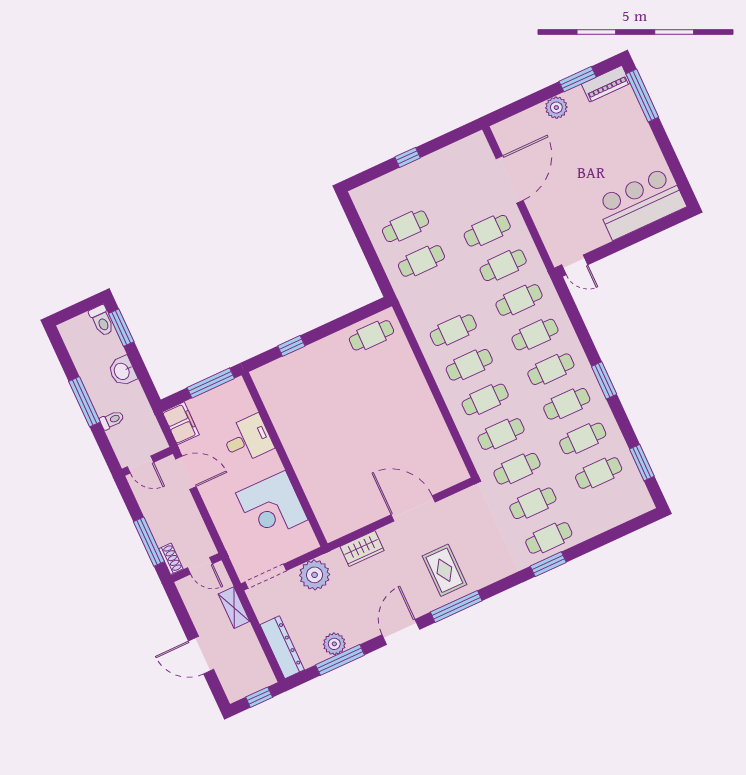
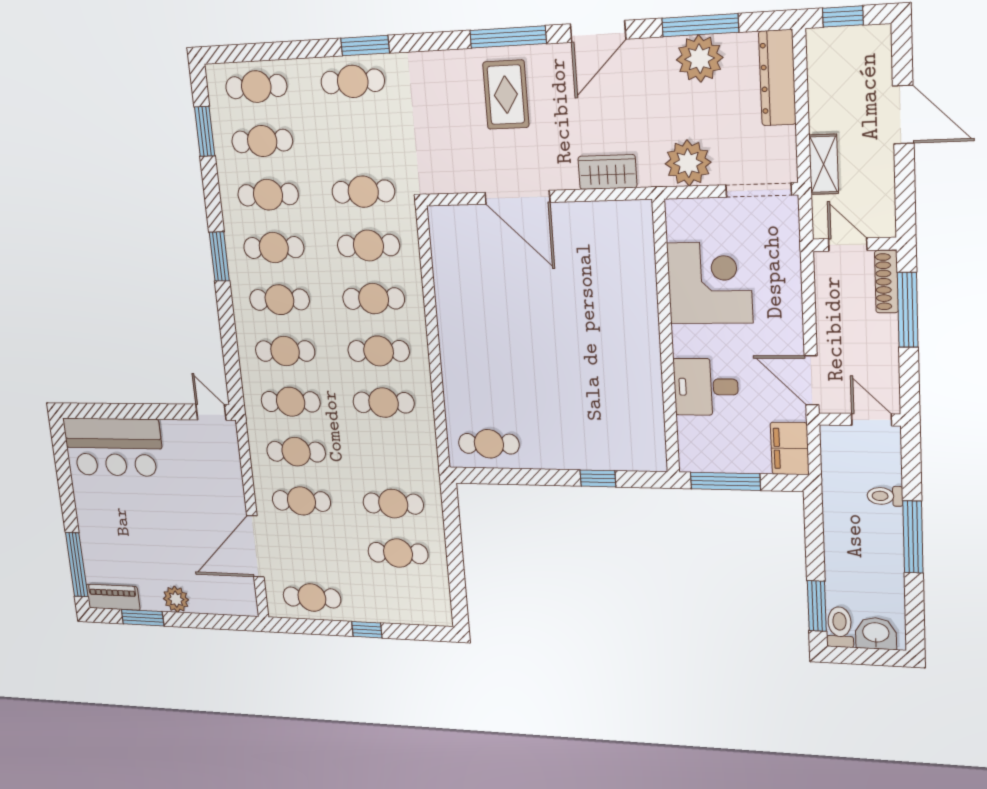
cafe table: (455, 161) -> (312, 597), added
washbasin: (122, 371) -> (876, 633), moved, turned -90
cafe table: (533, 503) -> (256, 87), moved
shoe rack: (171, 559) -> (886, 282), width x1.43
plant: (334, 644) -> (700, 59), width x1.36, depth x1.36

